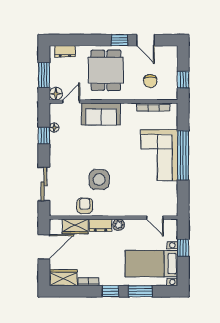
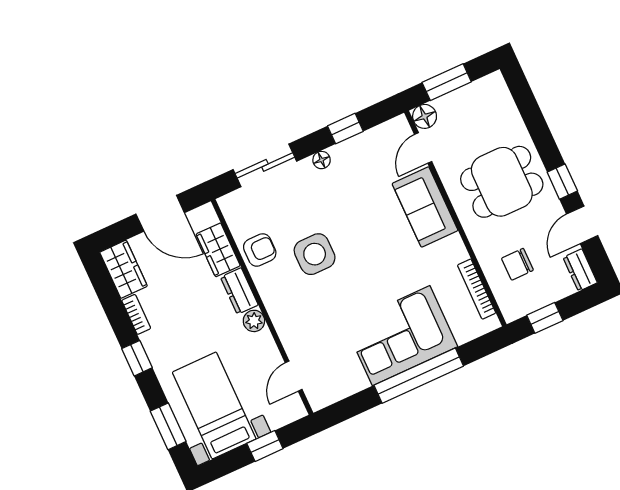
dresser: (65, 51) -> (580, 270), moved
door: (71, 102) -> (423, 148), swing flipped
floor lamp: (54, 128) -> (322, 160), moved
window: (140, 291) -> (168, 426), moved

